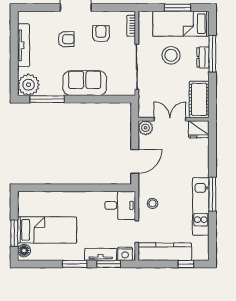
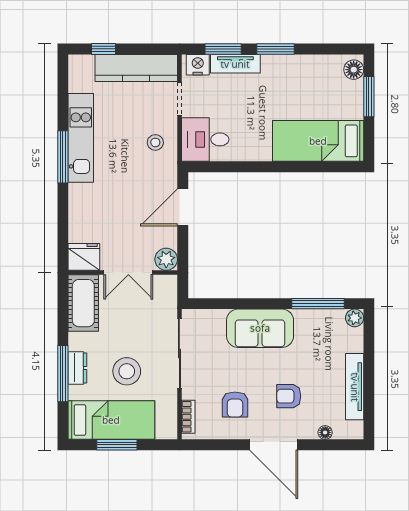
floor lamp: (43, 16) -> (325, 432), added
plant: (29, 85) -> (355, 318), width x0.53, depth x0.53
bed: (47, 230) -> (318, 141), moved

